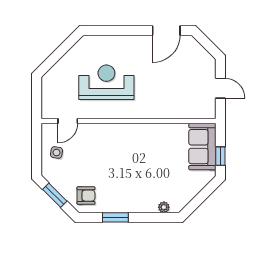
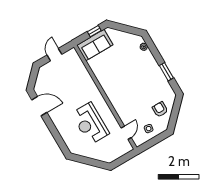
door: (68, 121) -> (126, 133), hinge flipped
window: (55, 195) -> (174, 115), removed
armchair: (86, 196) -> (160, 109), moved

